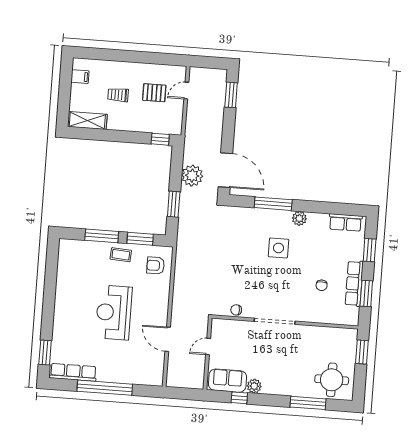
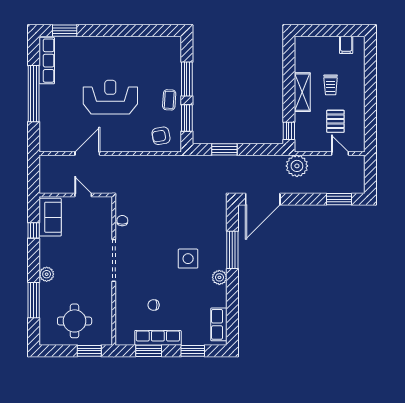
trolley: (118, 95) -> (331, 85), turned 180
shelving: (87, 121) -> (302, 92), moved
plant: (192, 176) -> (297, 166), moved
armchair: (156, 265) -> (161, 136), turned -100
round table: (332, 380) -> (75, 321), moved
plant: (254, 386) -> (47, 274), moved

